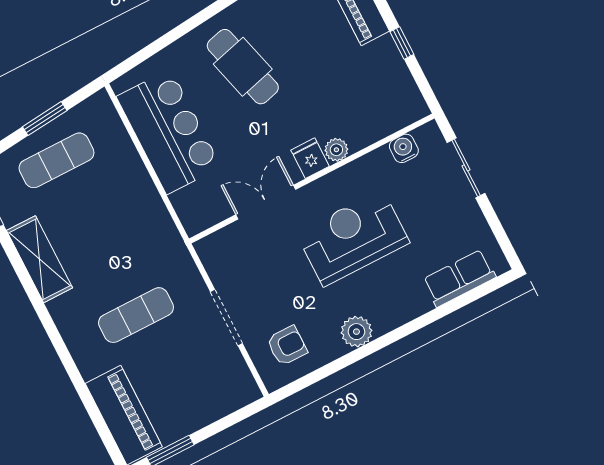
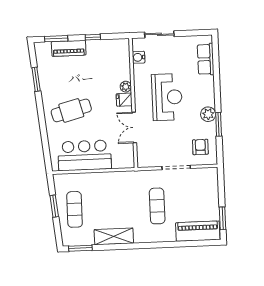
reception desk: (353, 238) -> (167, 97), turned 180
window: (346, 360) -> (219, 124), added

